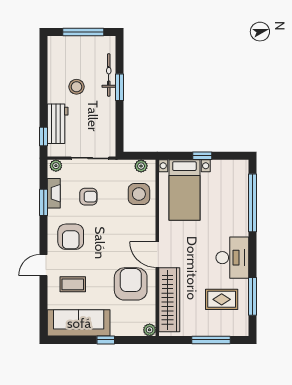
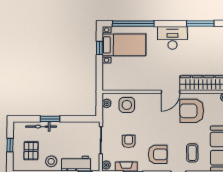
window: (83, 32) -> (10, 145), width x0.46
pallet: (75, 61) -> (31, 151), added
stool: (77, 87) -> (51, 161), moved
window: (202, 156) -> (99, 48), moved
bed with nightstands: (184, 190) -> (124, 45), moved
rug: (222, 299) -> (202, 46), removed

